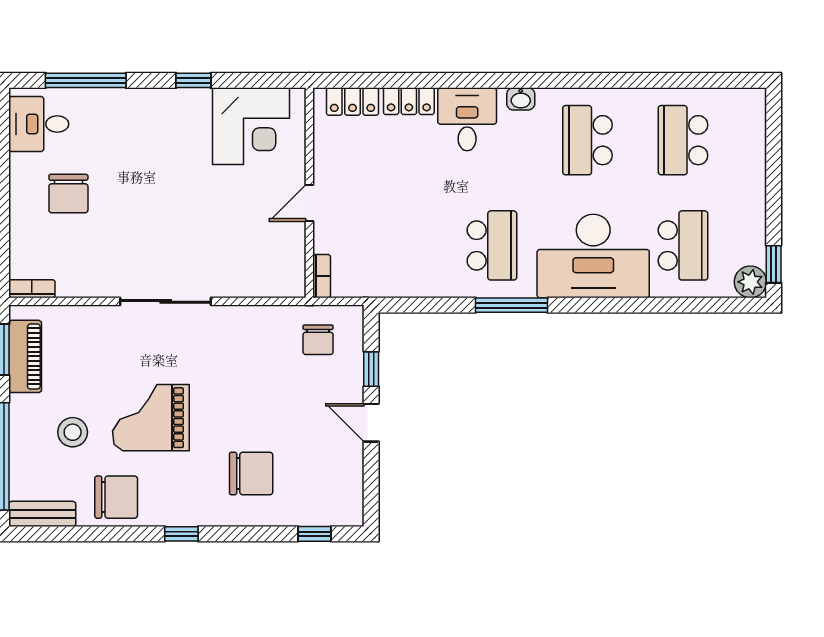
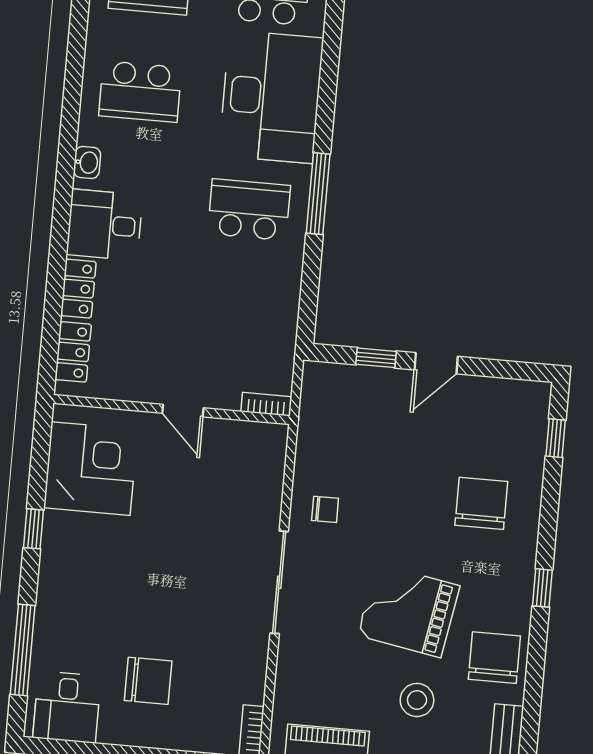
chair: (318, 340) -> (325, 509), moved, width x0.73, depth x0.73
grand piano: (151, 418) -> (408, 610), turned 100

